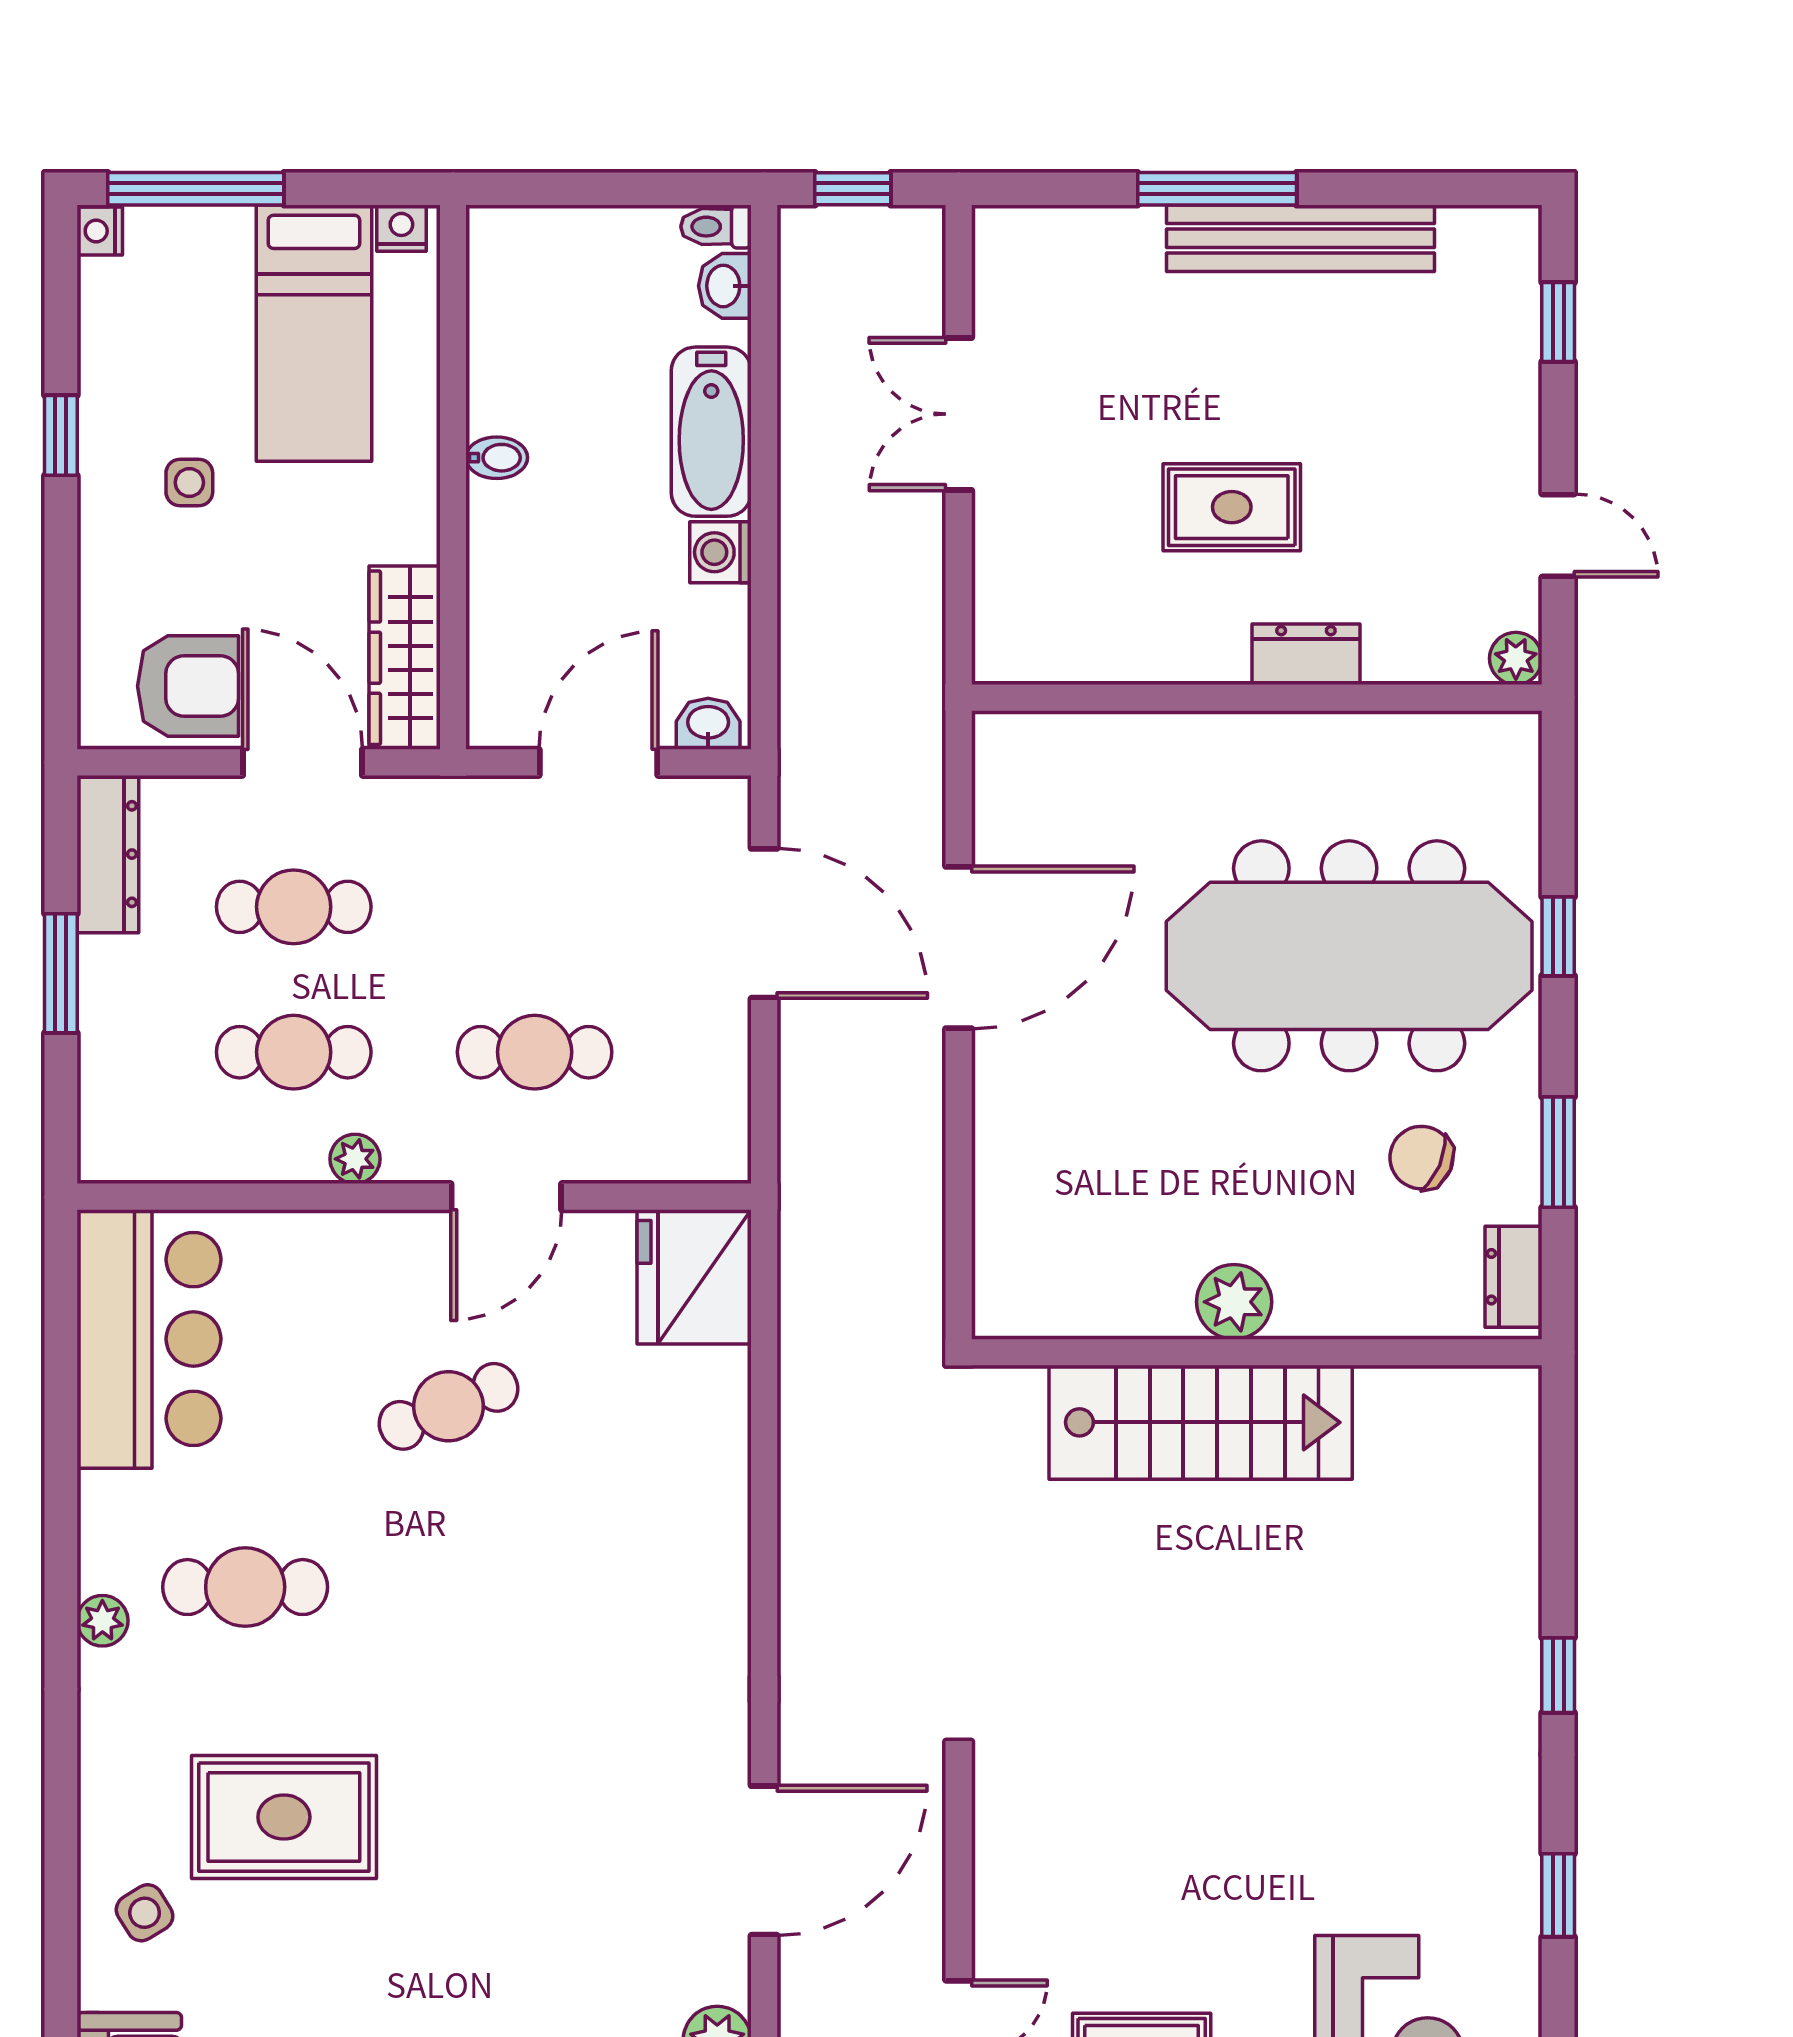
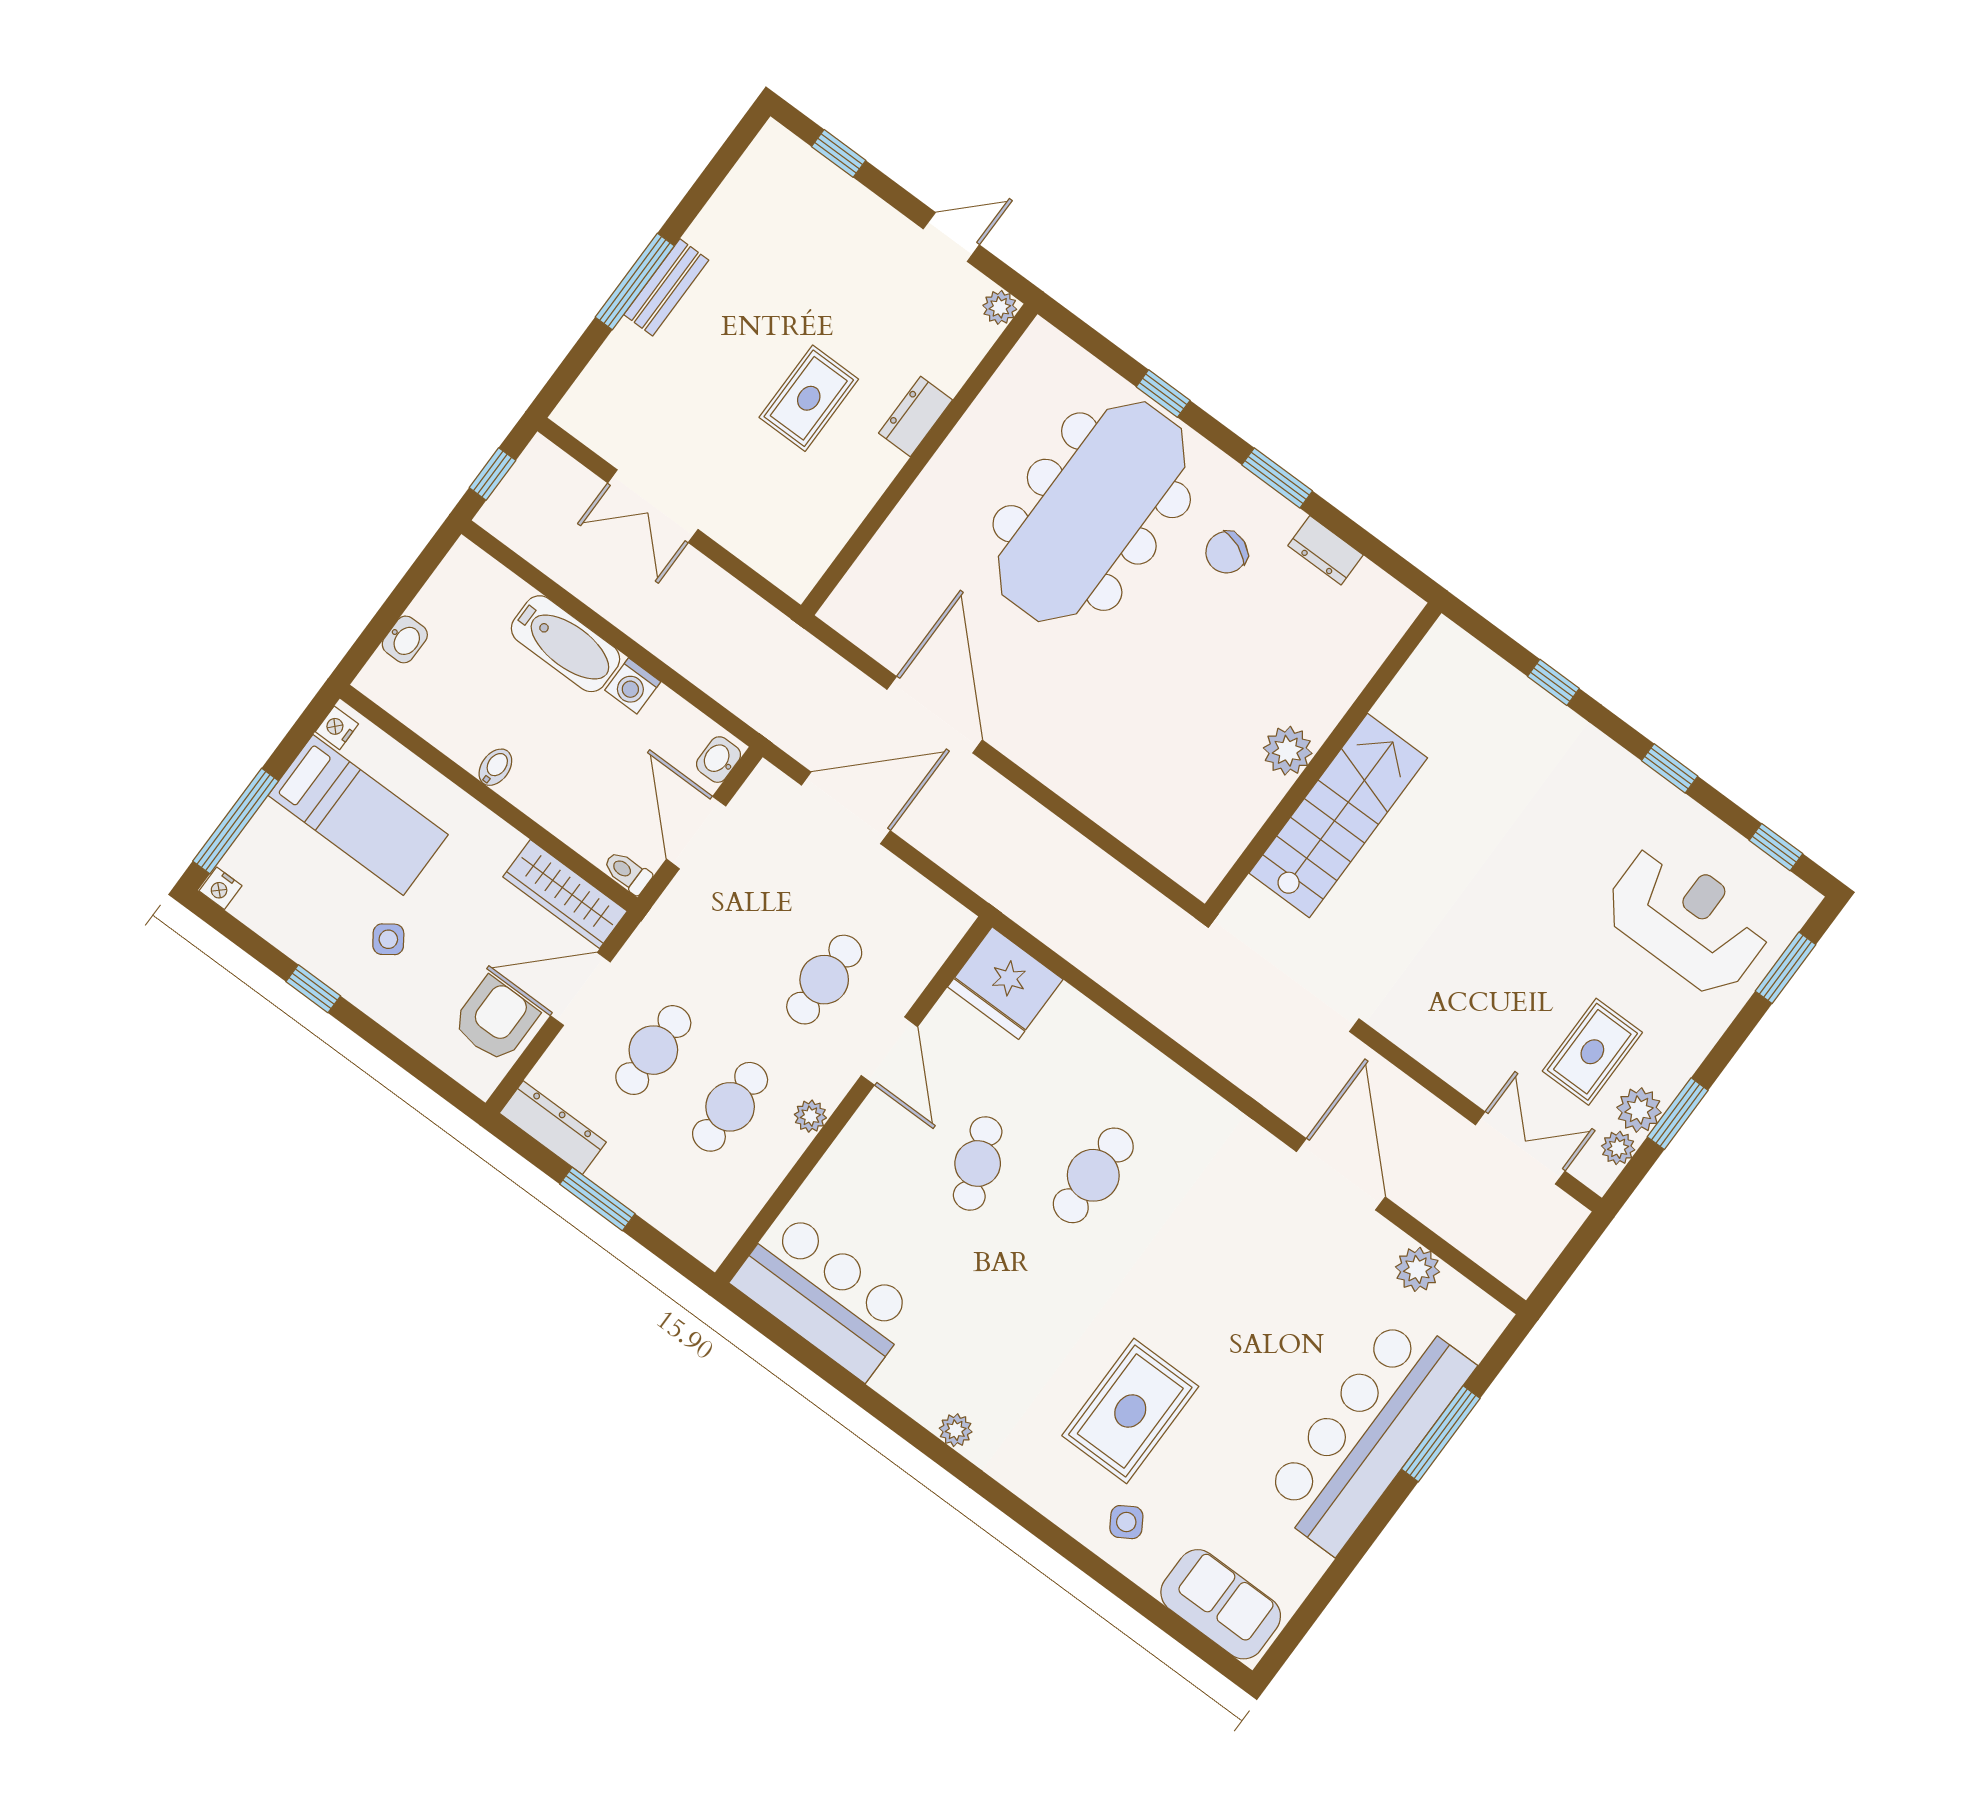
toilet: (716, 227) -> (627, 872), moved, turned 90
bench: (1300, 238) -> (666, 287), width x0.54, depth x0.82
washbasin: (725, 286) -> (405, 639), moved, turned -90
side table: (189, 483) -> (388, 939), turned -35
plant: (1234, 1302) -> (1288, 751), moved
wall: (1257, 1352) -> (1323, 758), moved
stairs: (1201, 1422) -> (1338, 815), moved
cafe table: (245, 1587) -> (1093, 1175), moved

